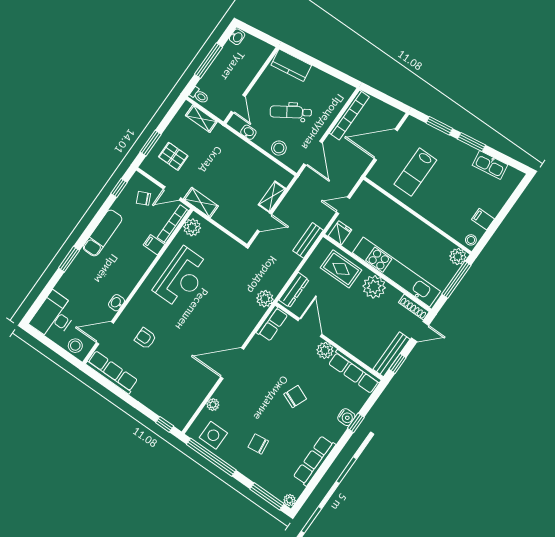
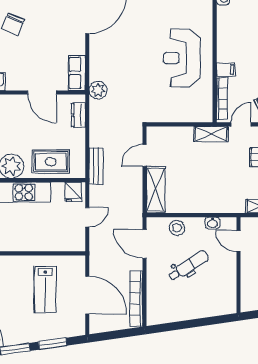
kitchen counter: (291, 65) -> (216, 306), removed
door: (386, 145) -> (87, 295), hinge flipped
lab bench: (415, 172) -> (45, 289), turned 180
shelving: (272, 197) -> (156, 190), width x1.50, depth x1.33
plant: (192, 227) -> (204, 107), removed
dresser: (294, 290) -> (78, 115), width x0.70
plant: (325, 350) -> (15, 82), removed

